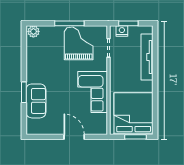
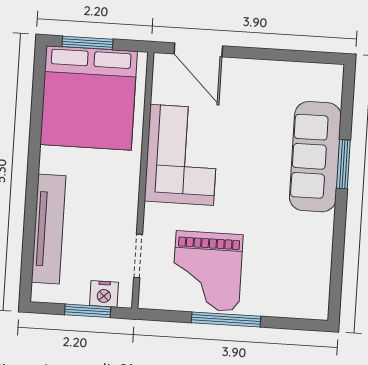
plant: (33, 31) -> (312, 306), removed
sofa: (36, 101) -> (315, 157), width x1.36
door: (74, 137) -> (198, 50), moved

